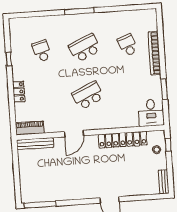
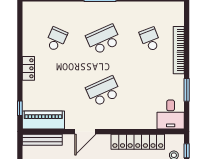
school desk: (42, 51) -> (56, 39), turned 39
window: (9, 59) -> (20, 108), moved
locker: (19, 92) -> (28, 68), moved
piano: (30, 128) -> (43, 120), width x1.37, depth x1.33

